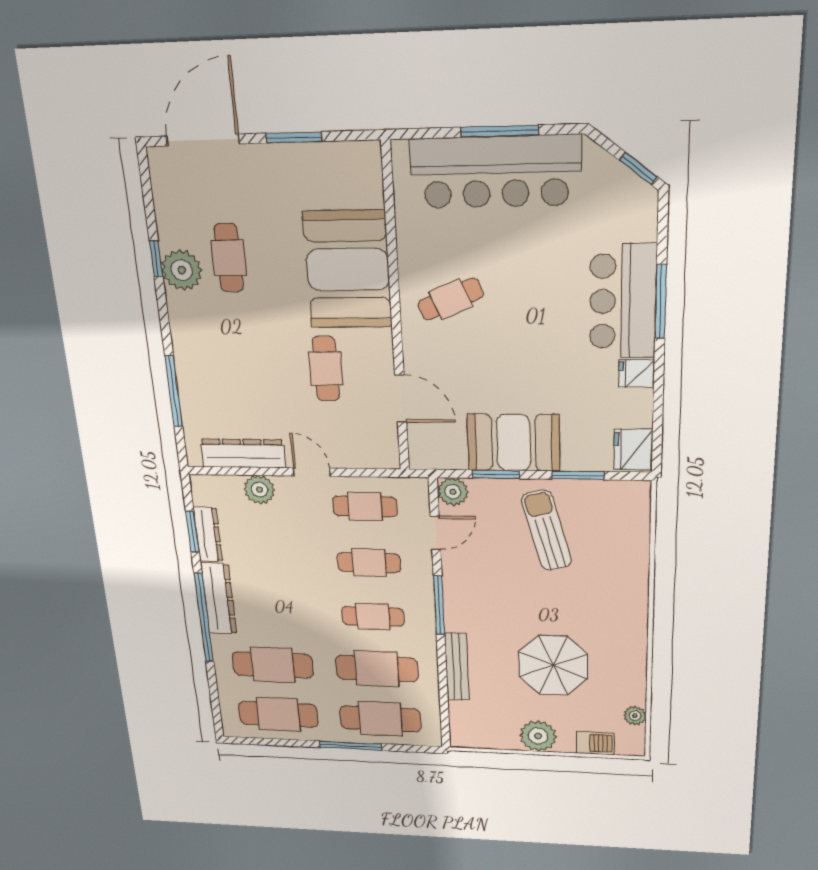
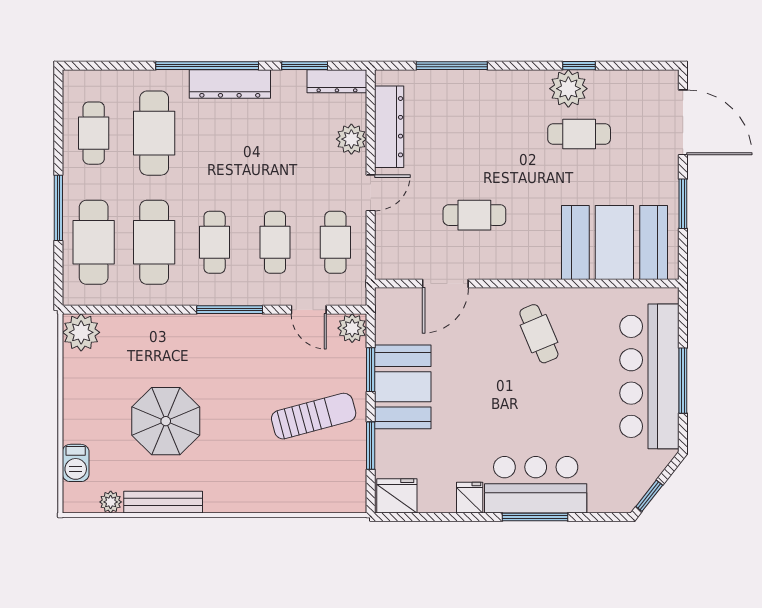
booth: (348, 270) -> (614, 242), moved
dresser: (208, 534) -> (337, 81), moved
bench: (457, 667) -> (163, 502), moved
cafe table: (278, 714) -> (94, 133), width x0.73, depth x0.74
plant: (538, 736) -> (81, 332), moved

